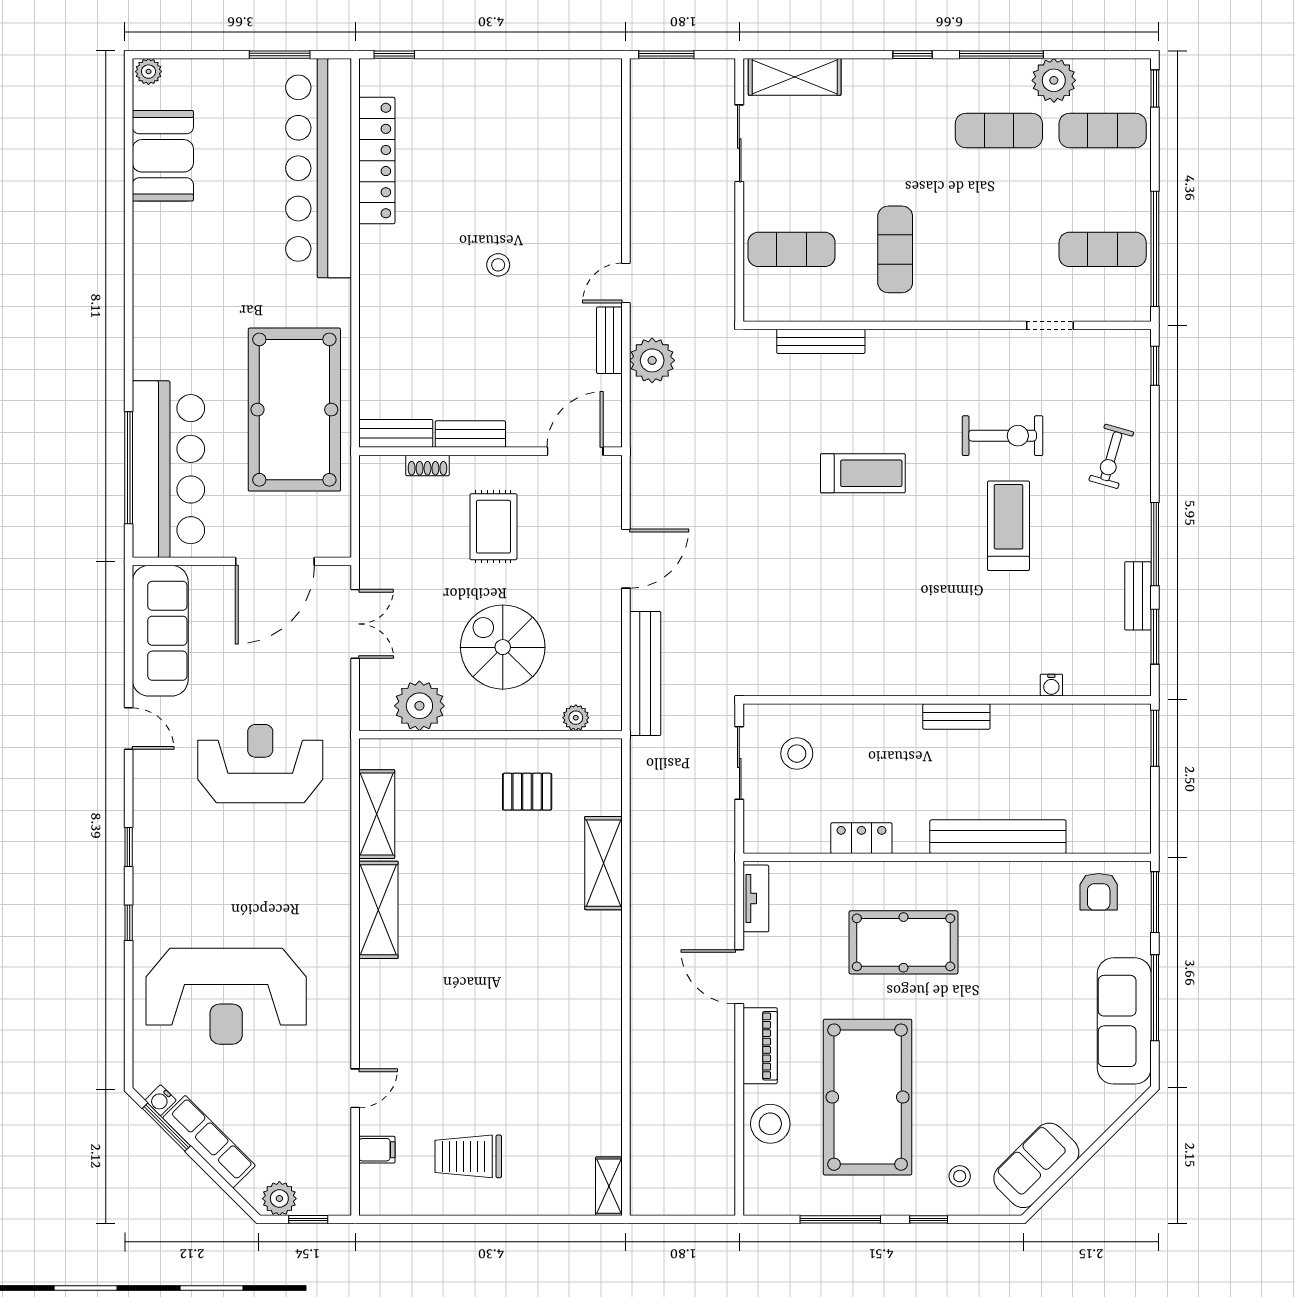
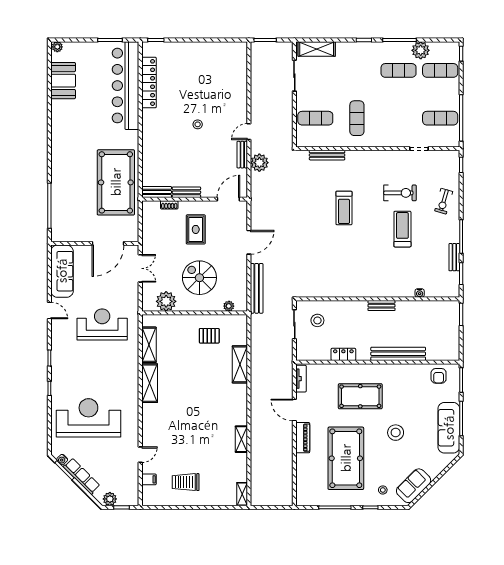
bar counter: (168, 469) -> (65, 206), removed
treadmill: (863, 473) -> (344, 208), turned 90
reception desk: (226, 996) -> (88, 418), turned 180
shelving: (607, 1049) -> (241, 439), added
stool: (770, 1124) -> (396, 433), moved

